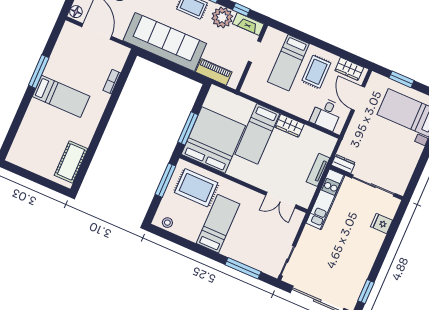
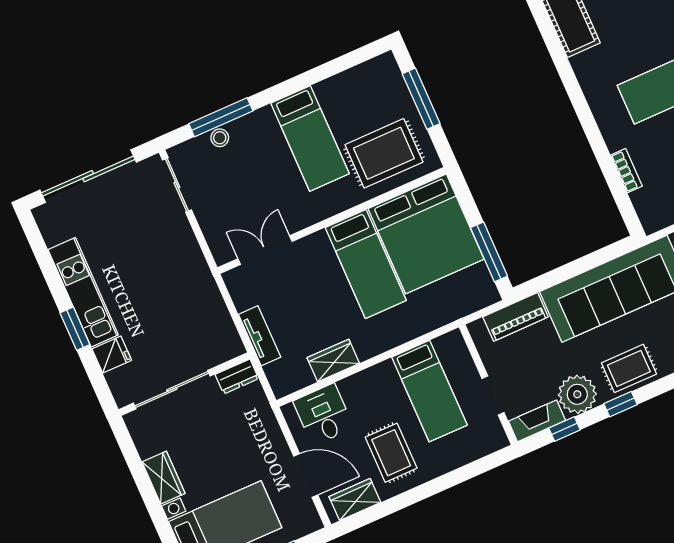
bed: (288, 63) -> (429, 391), moved, turned 180
wardrobe: (290, 126) -> (333, 361), moved
window: (188, 128) -> (489, 252), moved
bed: (257, 134) -> (366, 264), moved, turned 180
wardrobe: (412, 156) -> (164, 478), added
window: (165, 180) -> (421, 99), moved
kitchen unit: (325, 199) -> (83, 292), moved, turned 180
stool: (167, 223) -> (220, 138), moved
window: (366, 292) -> (75, 329), moved

